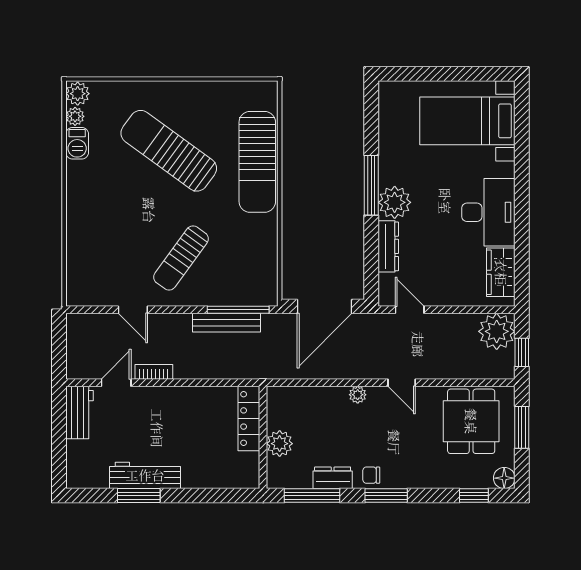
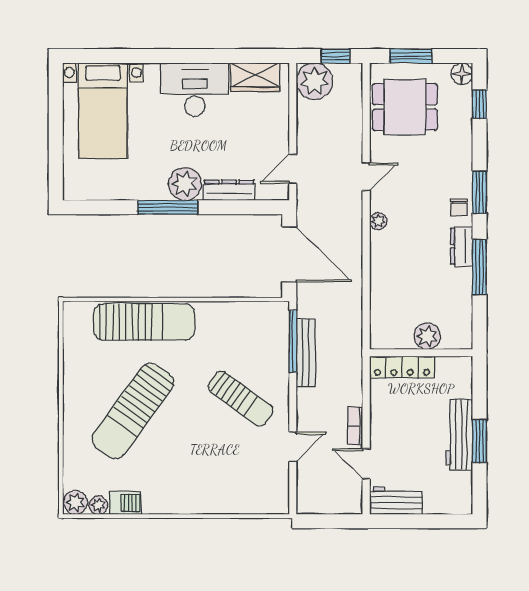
locker: (249, 419) -> (402, 367), moved
wall: (263, 437) -> (421, 353), moved
plant: (280, 444) -> (427, 336), moved

